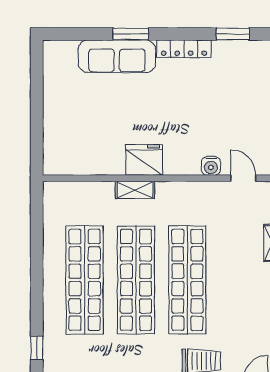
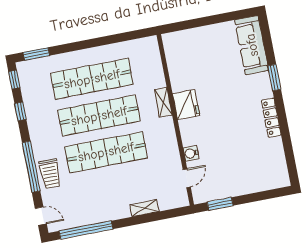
window: (233, 34) -> (289, 151), removed
sofa: (117, 56) -> (252, 45), moved
window: (37, 348) -> (36, 54), width x1.50

